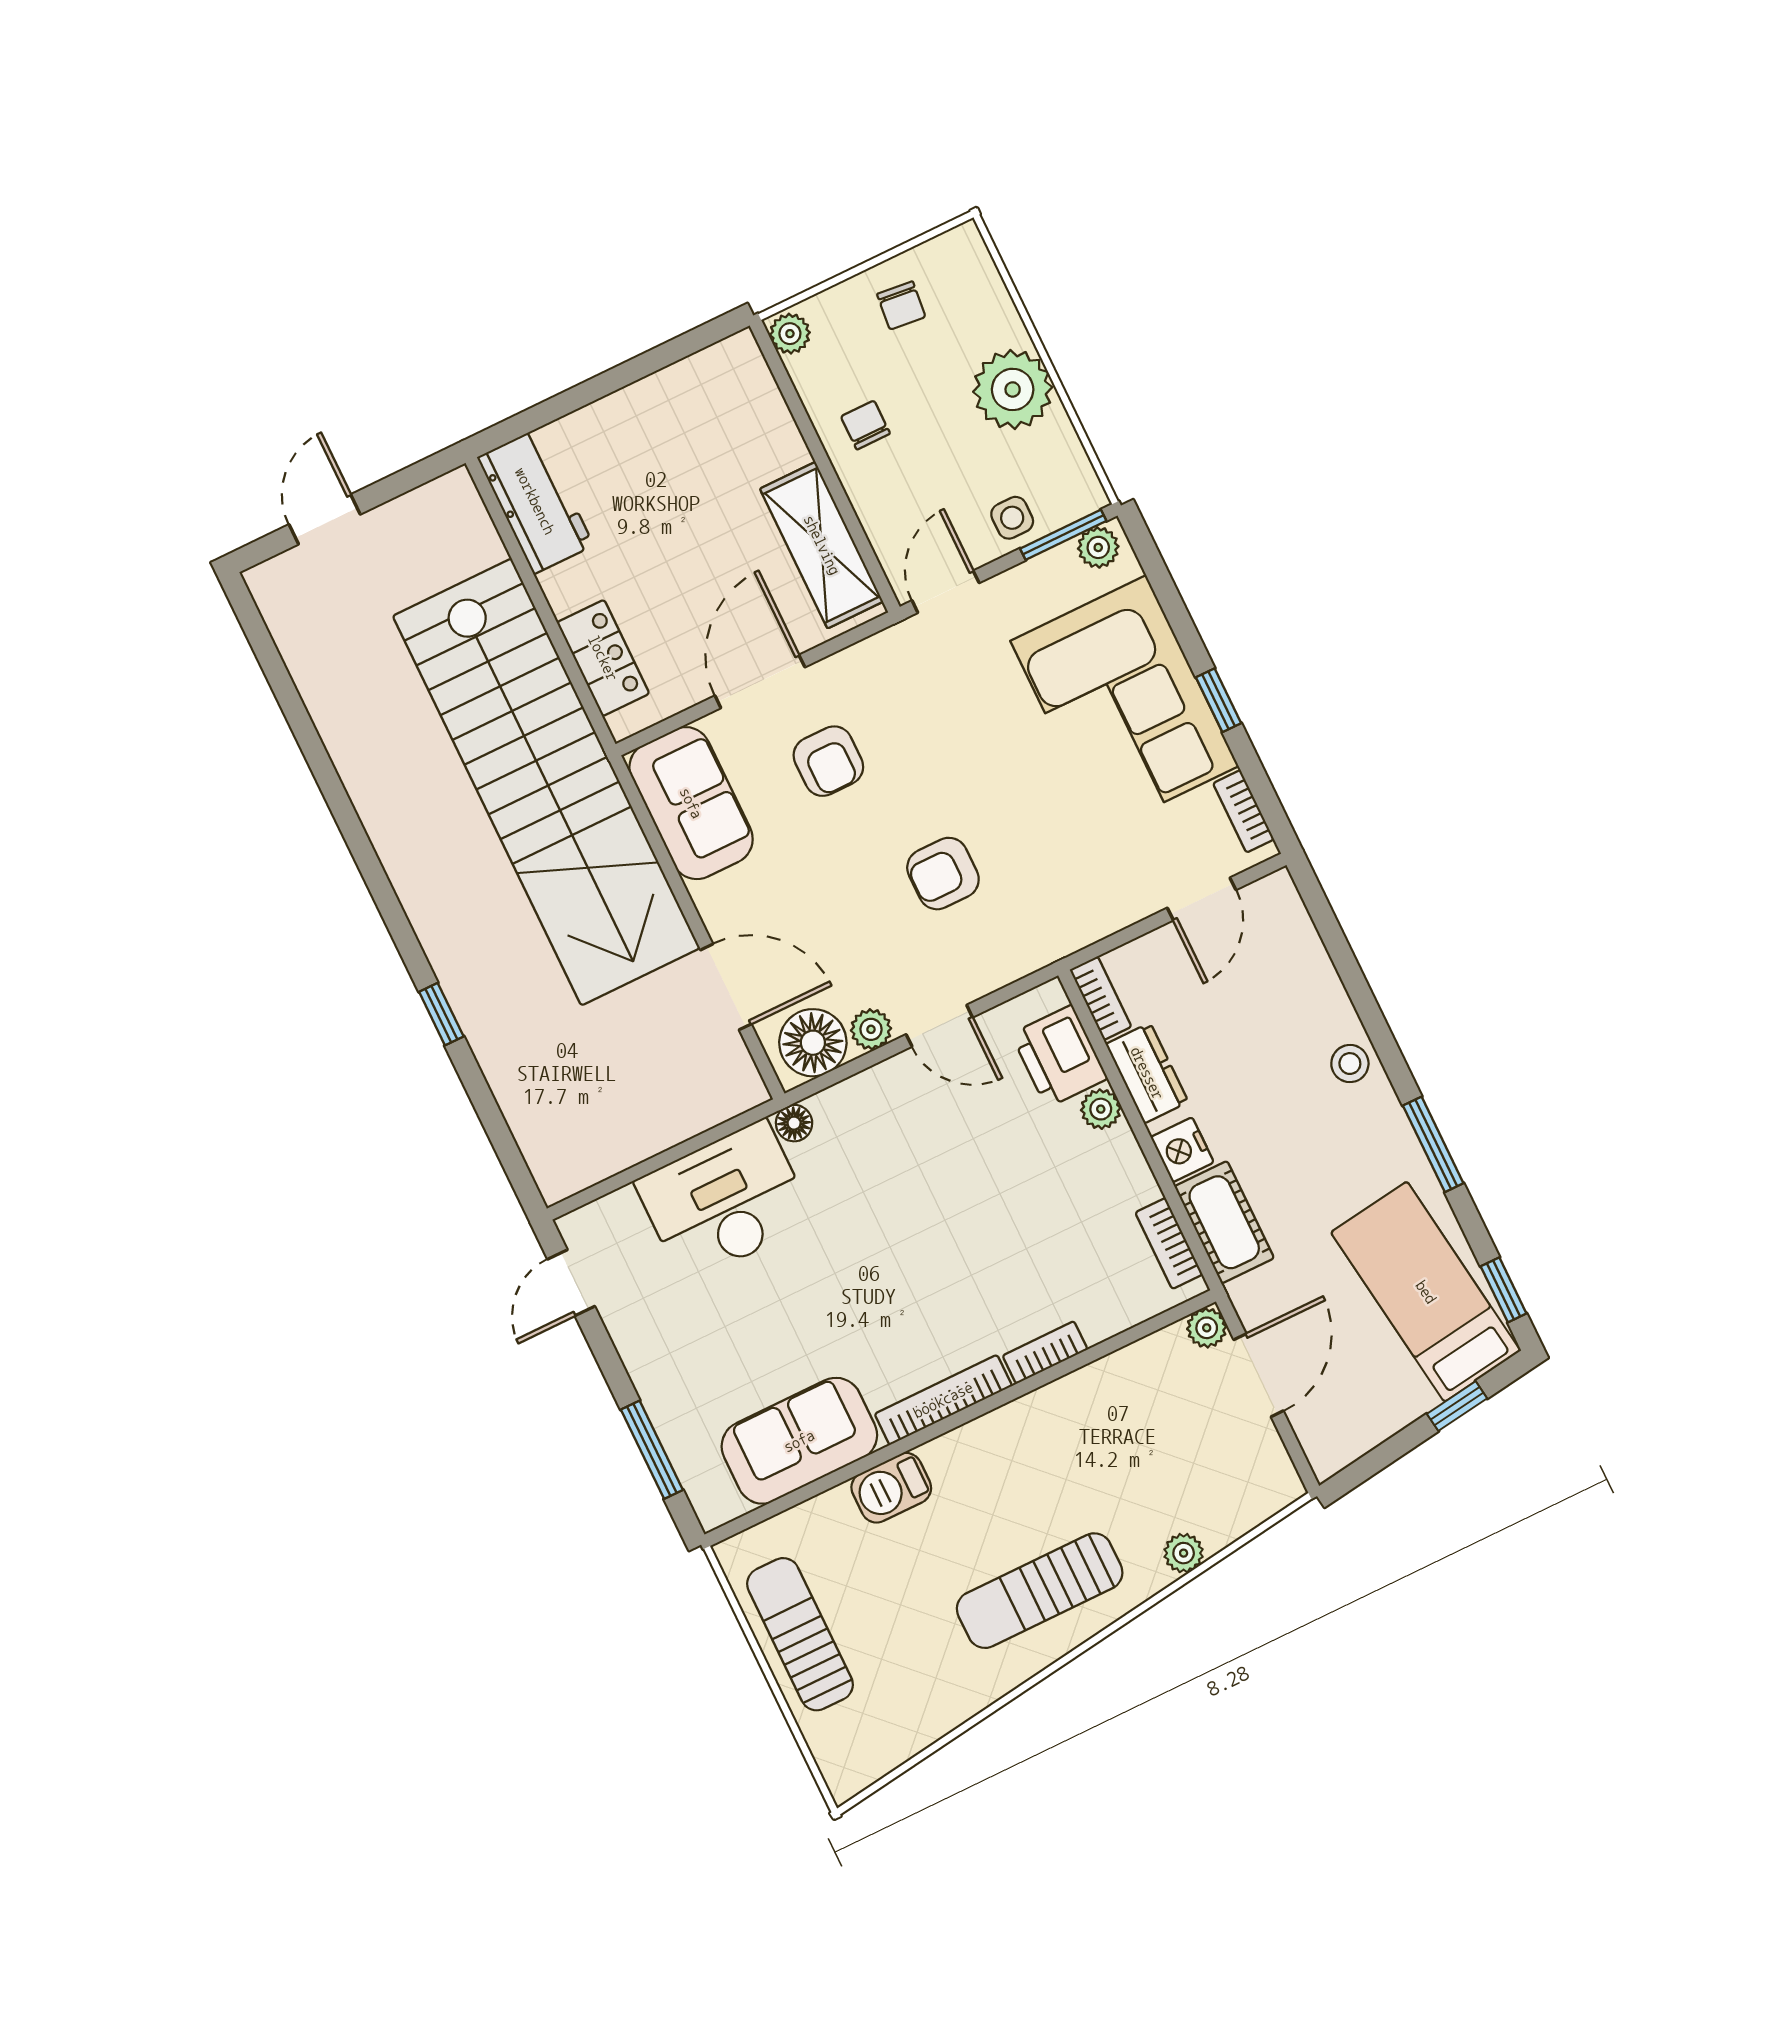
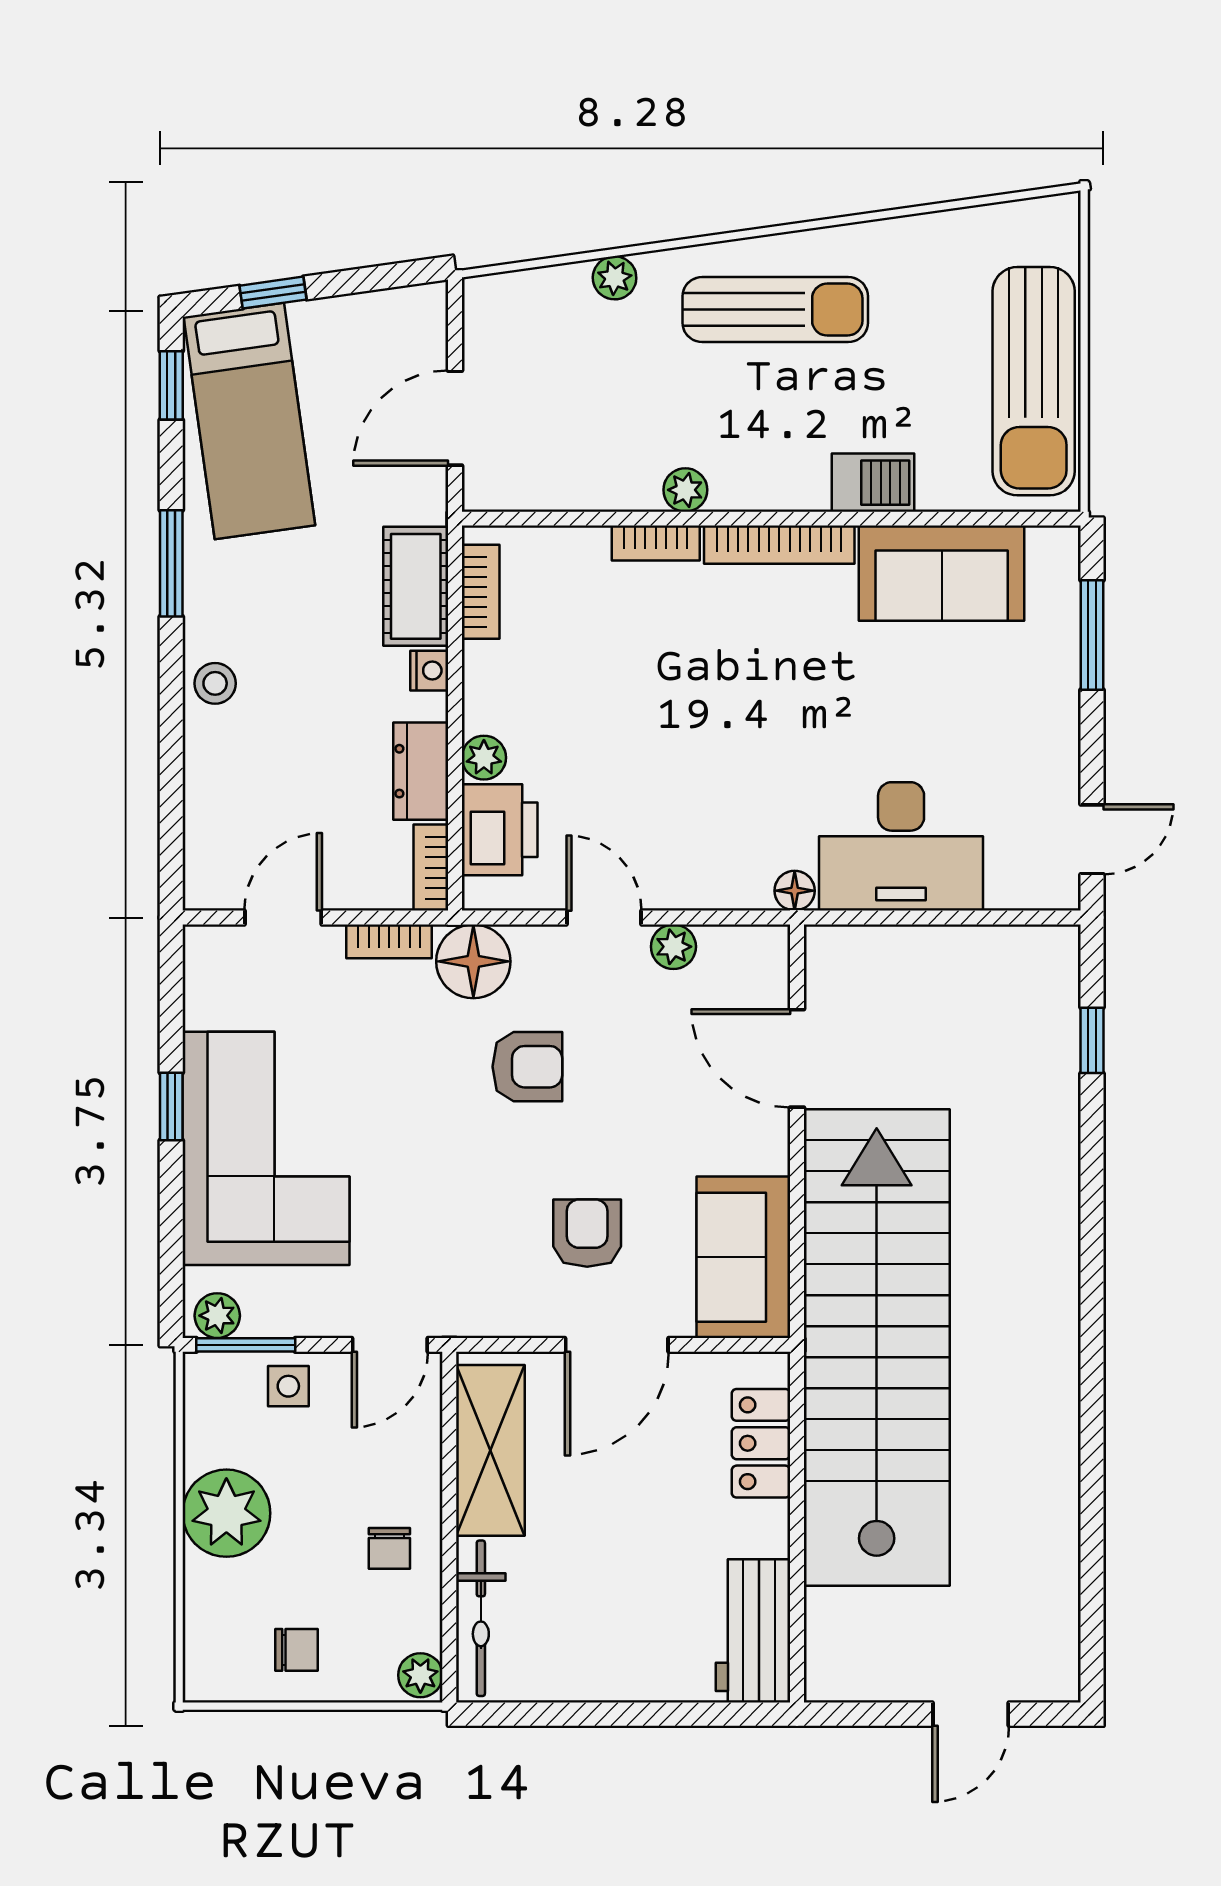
chair: (901, 305) -> (297, 1650), turned 84
bicycle: (763, 404) -> (481, 1618), added
bookcase: (1243, 811) -> (389, 941), moved, turned 90
window: (441, 1014) -> (1092, 1040), moved
floor lamp: (813, 1043) -> (473, 961), moved
nightstand: (1182, 1150) -> (429, 671), width x0.72, depth x0.74
plant: (1207, 1328) -> (685, 490), moved
sun lounger: (800, 1634) -> (1034, 381), width x1.36, depth x1.34

